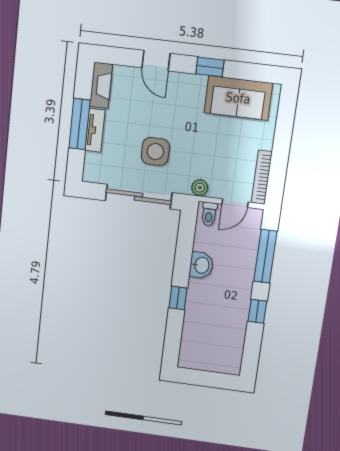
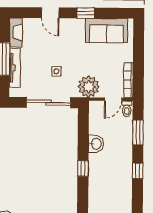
tv unit: (95, 130) -> (15, 68), width x1.41
side table: (155, 152) -> (56, 71), width x0.54, depth x0.54
plant: (200, 188) -> (89, 87), width x1.88, depth x1.88
toilet: (209, 214) -> (127, 109), moved
window: (265, 256) -> (138, 132), width x0.69

